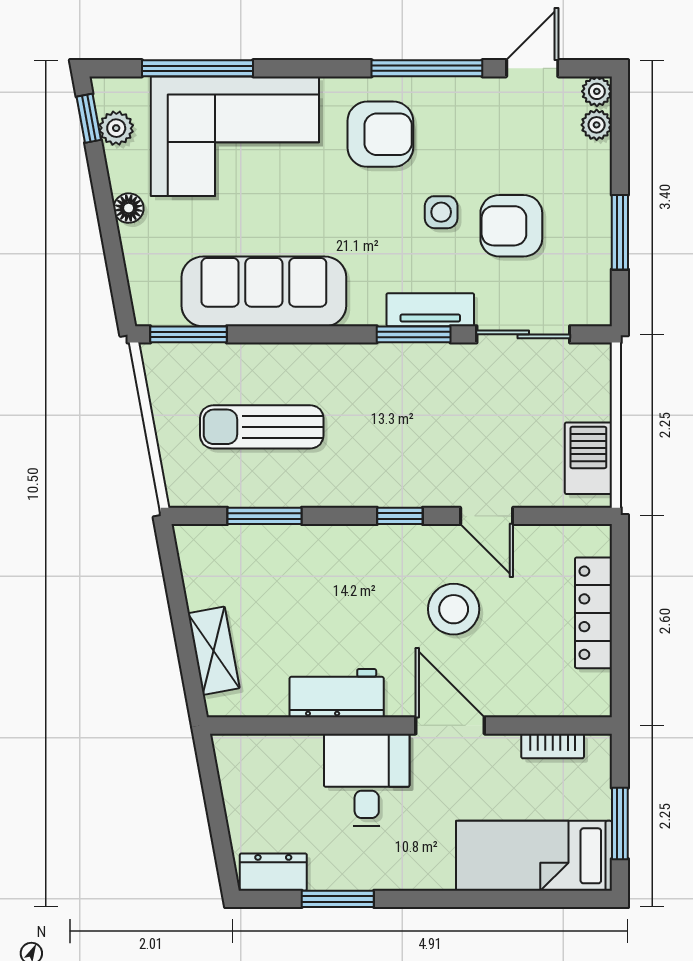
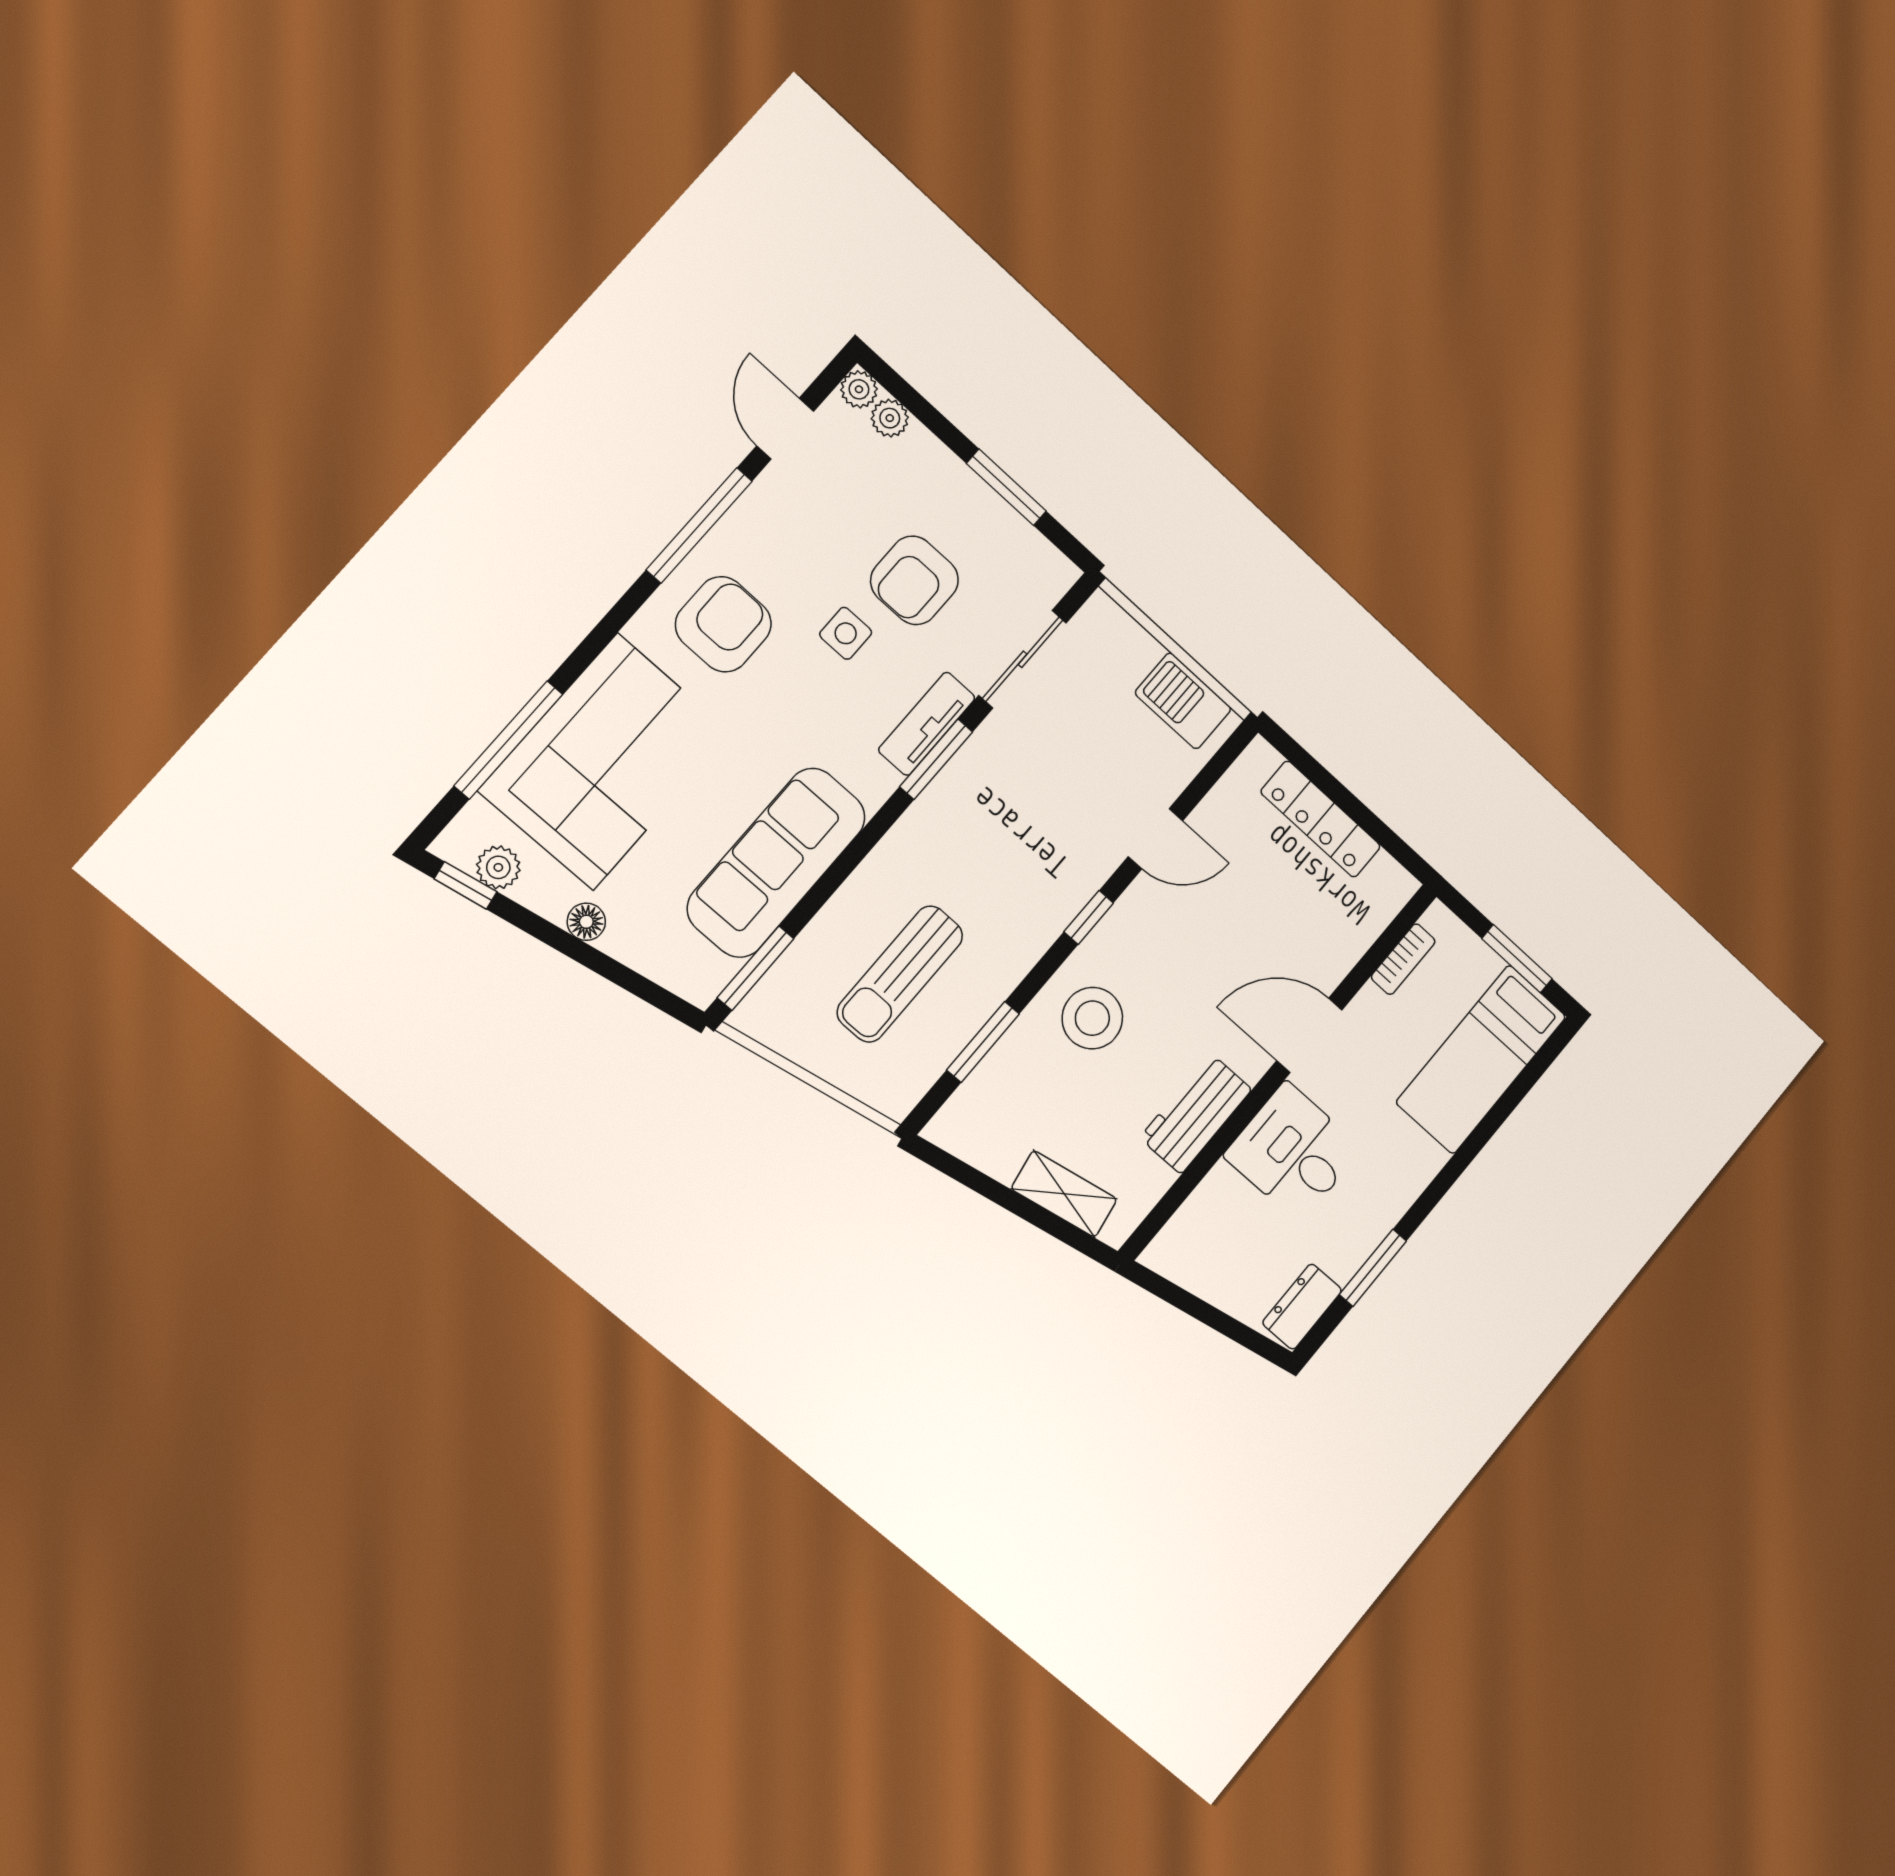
stool: (454, 609) -> (1092, 1018), moved

